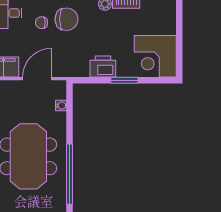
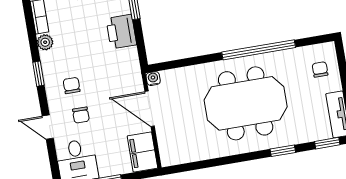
chair: (67, 19) -> (72, 86), width x0.54, depth x0.54
water cooler: (61, 106) -> (153, 79), moved

